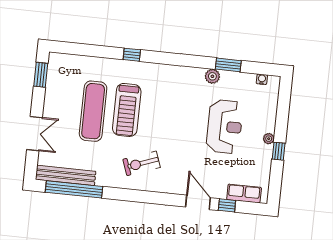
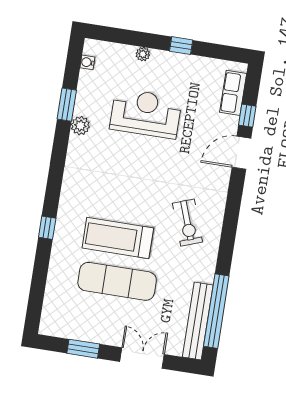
window: (41, 75) -> (83, 349), moved
treadmill: (127, 110) -> (118, 238), turned 180
plant: (269, 139) -> (143, 54), moved

